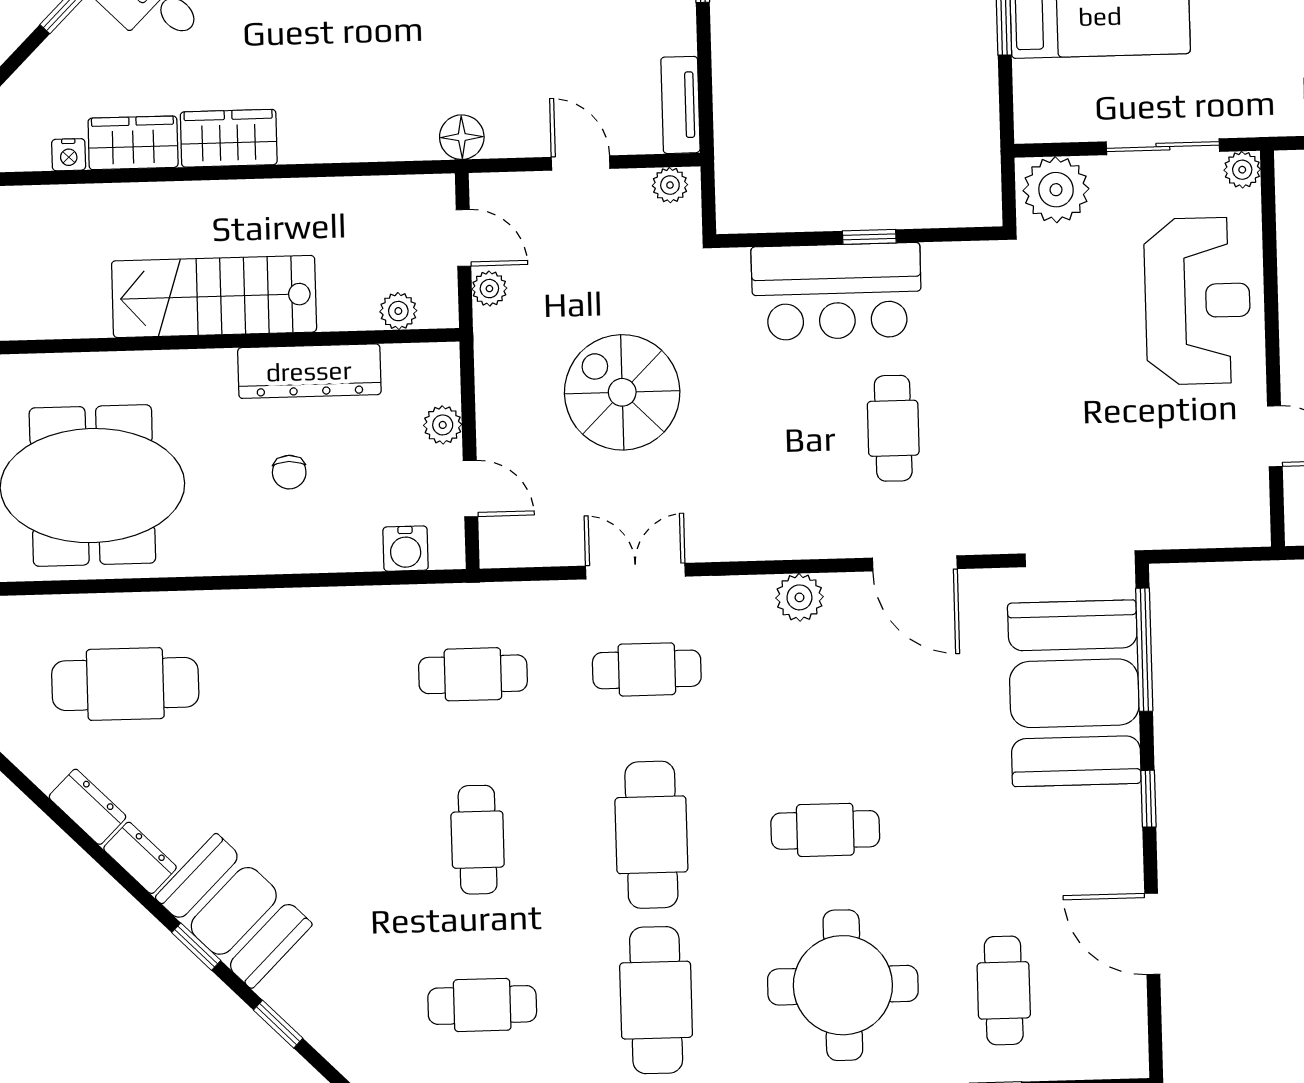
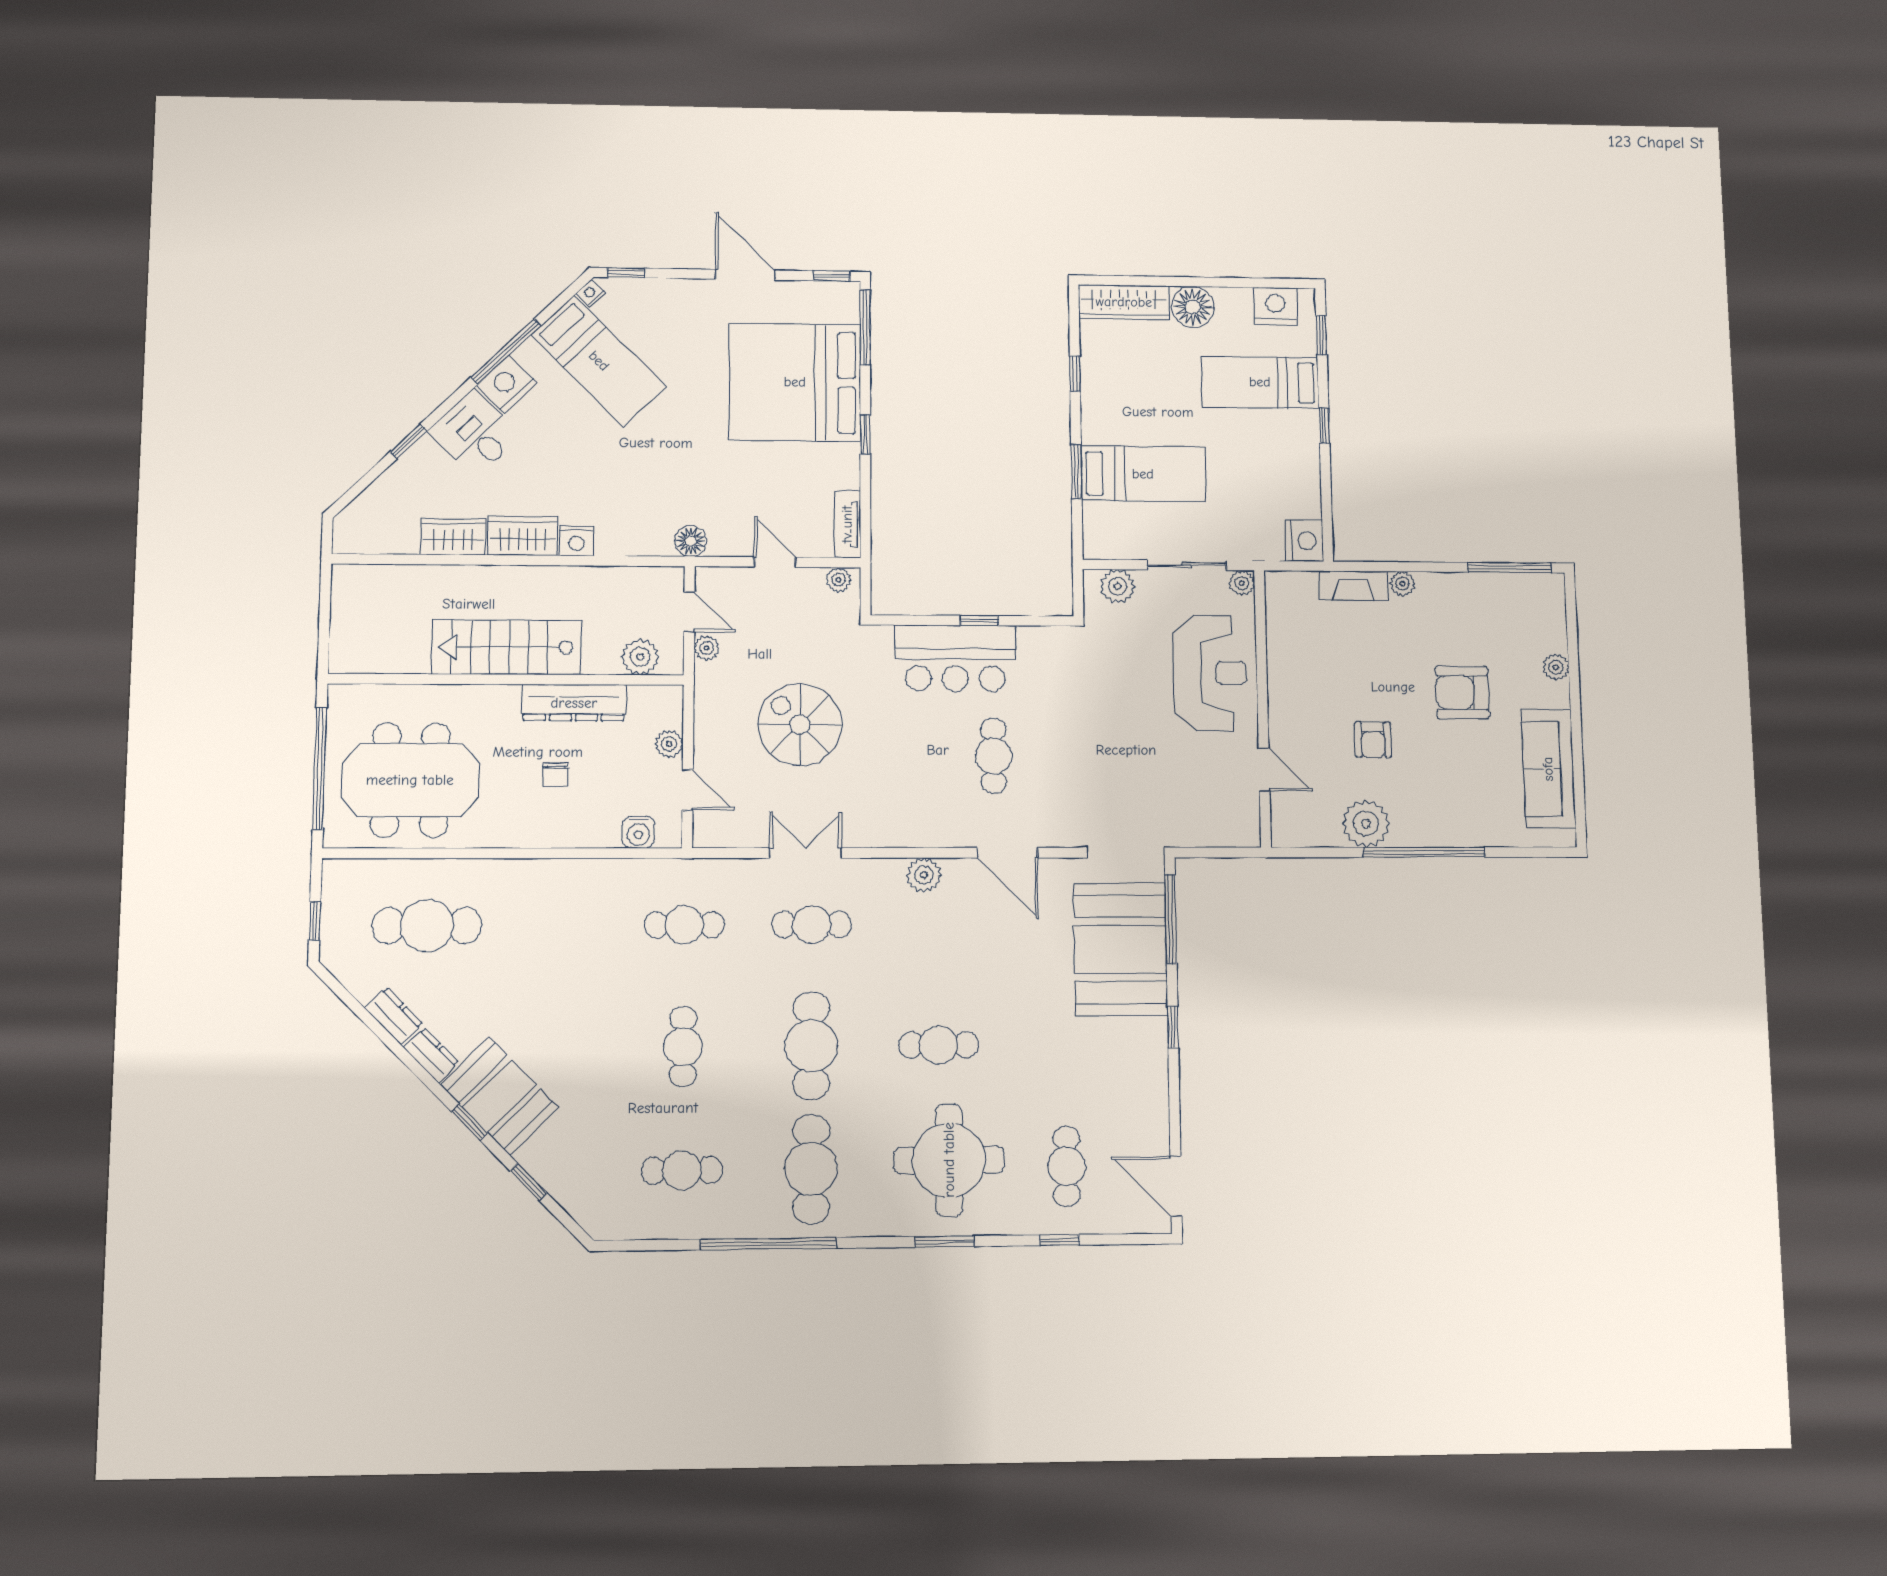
nightstand: (69, 155) -> (577, 541), moved, width x1.39, depth x1.35
plant: (1056, 190) -> (1118, 586), width x0.73, depth x0.73
plant: (398, 311) -> (640, 657), width x1.38, depth x1.38
door: (1152, 934) -> (1176, 1186), moved

